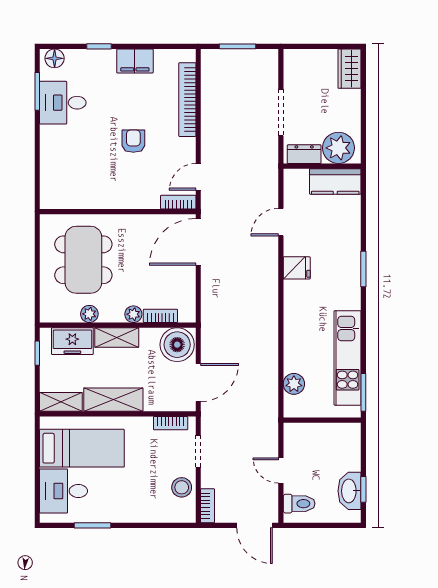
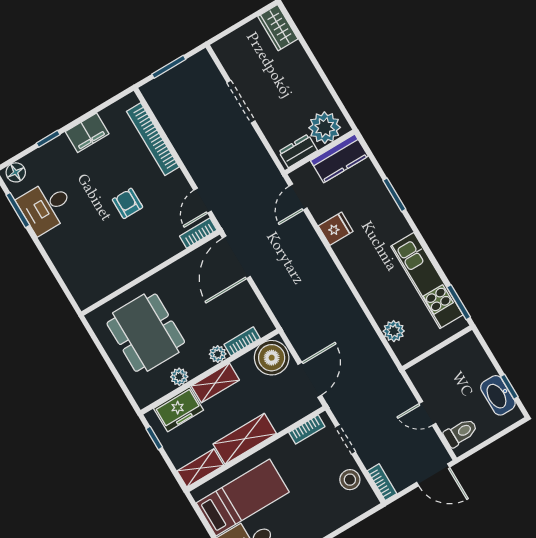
plant: (338, 148) -> (325, 128), moved
dresser: (304, 154) -> (298, 151), moved
wall: (322, 166) -> (320, 152), moved
kitchen counter: (335, 181) -> (339, 158), moved

